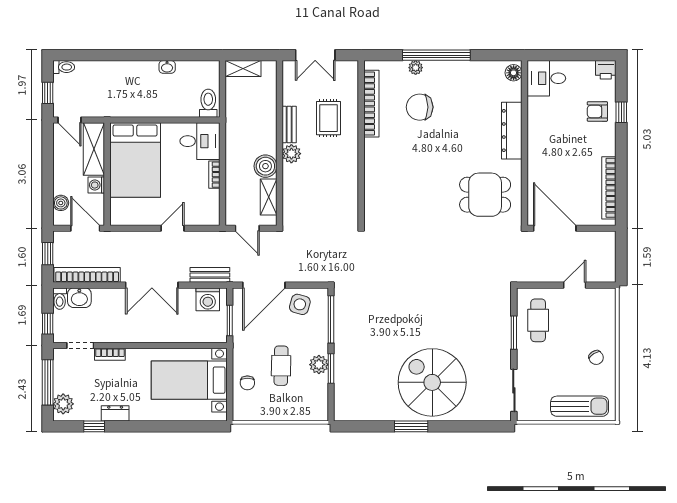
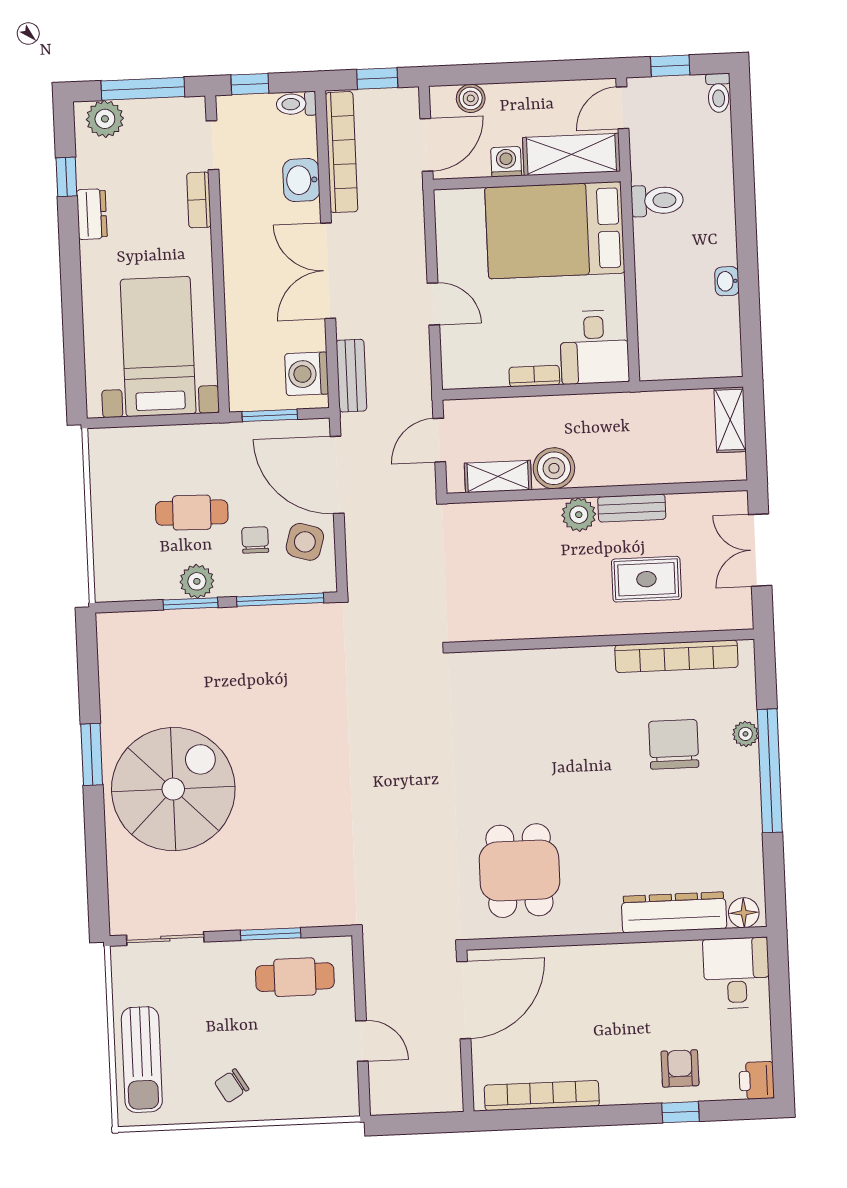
toilet: (208, 103) -> (657, 201), moved
dresser: (512, 131) -> (674, 912), moved
washbasin: (79, 298) -> (301, 180), moved
chair: (247, 383) -> (255, 540), moved, turned 90

